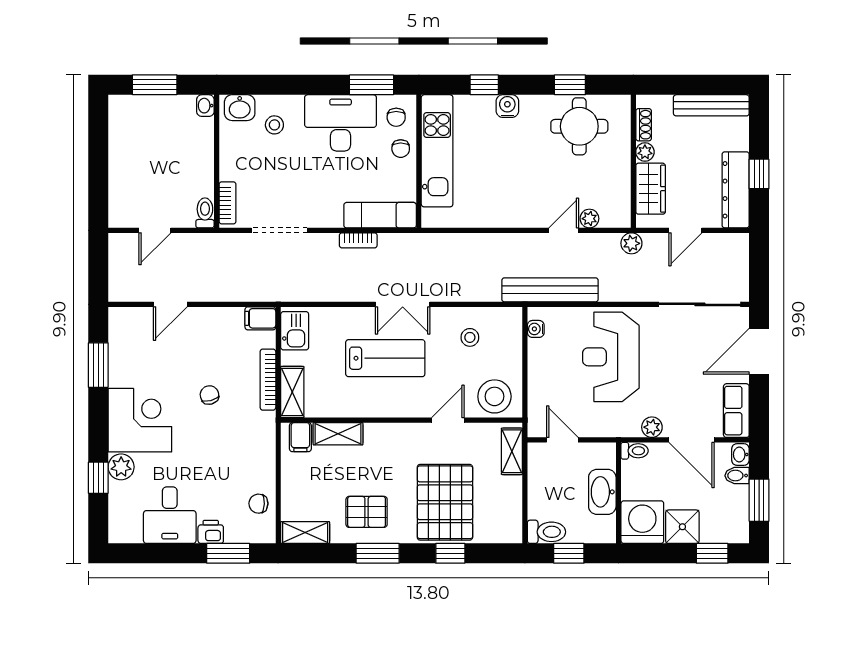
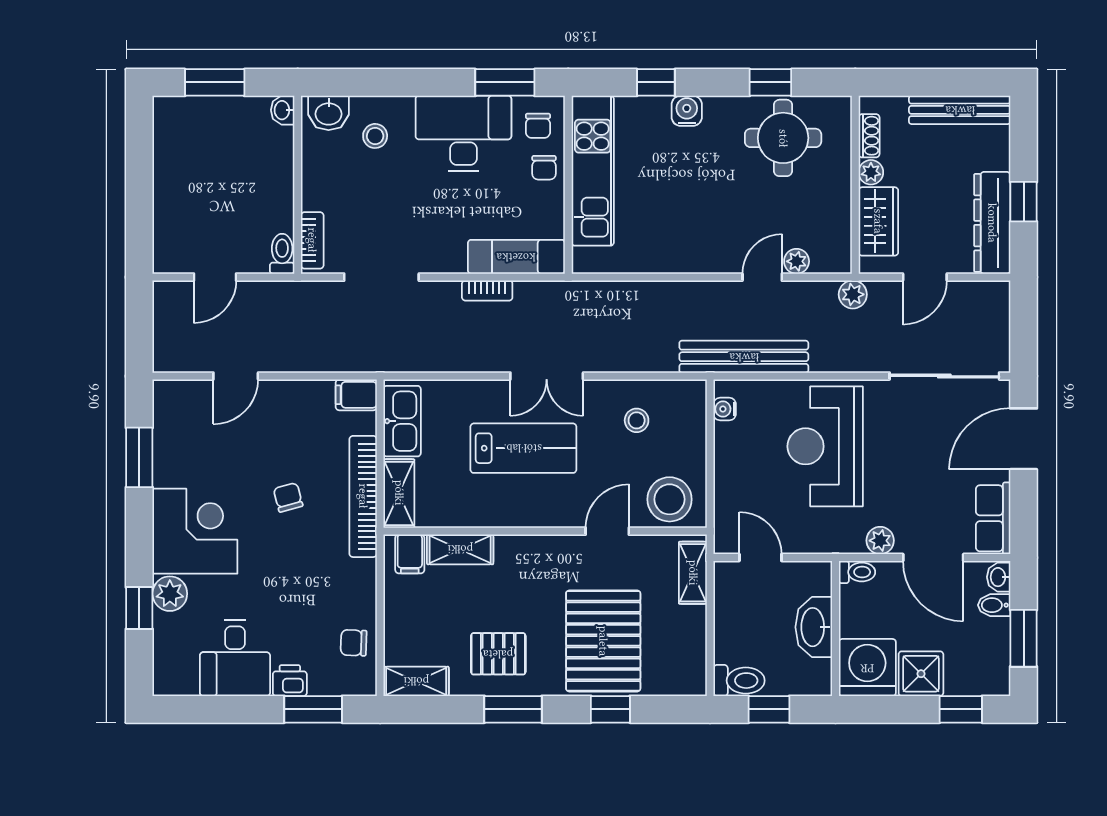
kitchen sink: (295, 331) -> (402, 421), width x1.38
bookcase: (268, 380) -> (363, 496), width x1.48, depth x1.31

